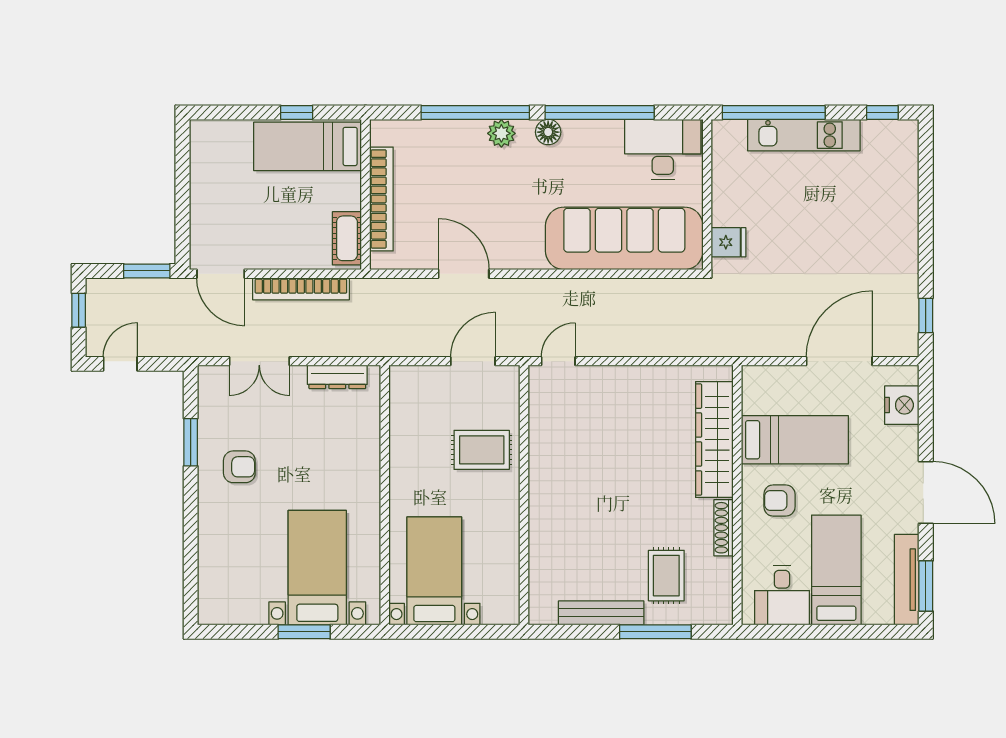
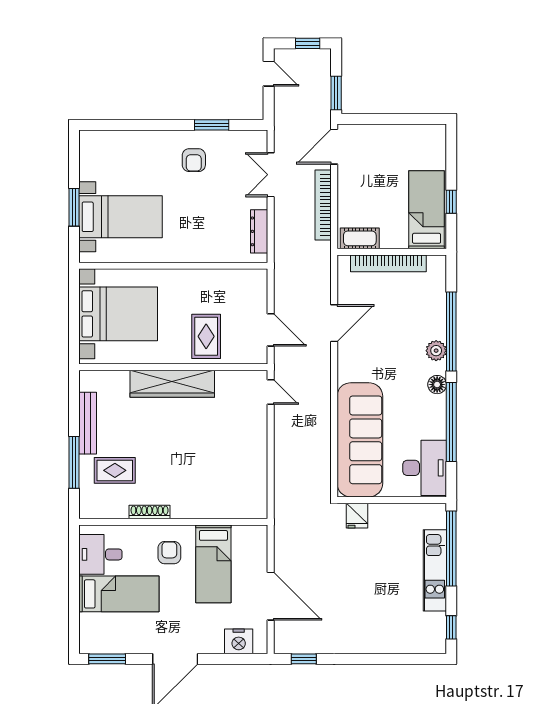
wardrobe: (714, 440) -> (172, 384), moved, turned 180
bed with nightstands: (434, 571) -> (118, 314), width x1.36
tv unit: (907, 580) -> (112, 645), removed

